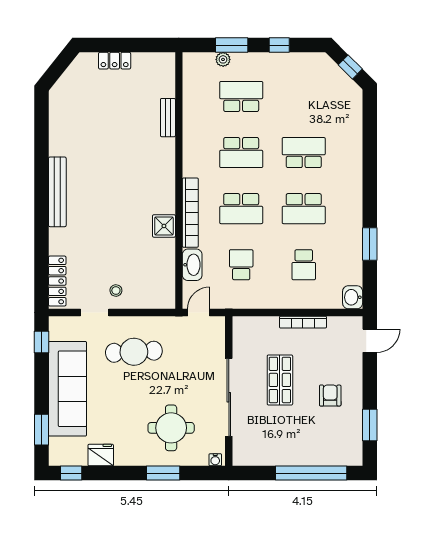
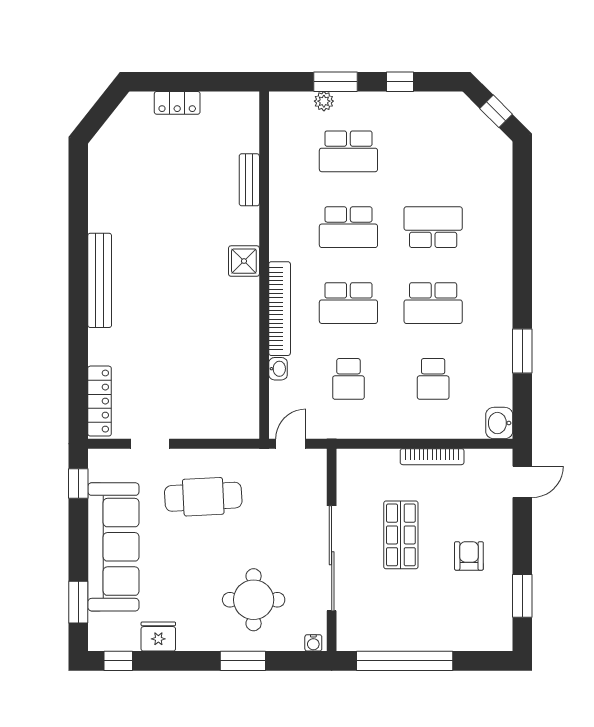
school desk: (241, 96) -> (348, 151), turned 180
shower: (164, 226) -> (244, 261), moved
washbasin: (192, 265) -> (278, 369), width x0.52, depth x0.69
school desk: (241, 265) -> (348, 379), turned 180
stool: (116, 290) -> (179, 414), removed
window: (311, 473) -> (405, 661), moved

